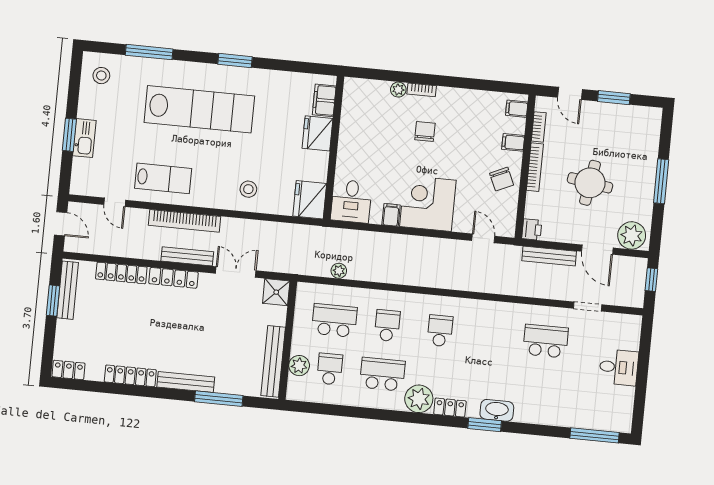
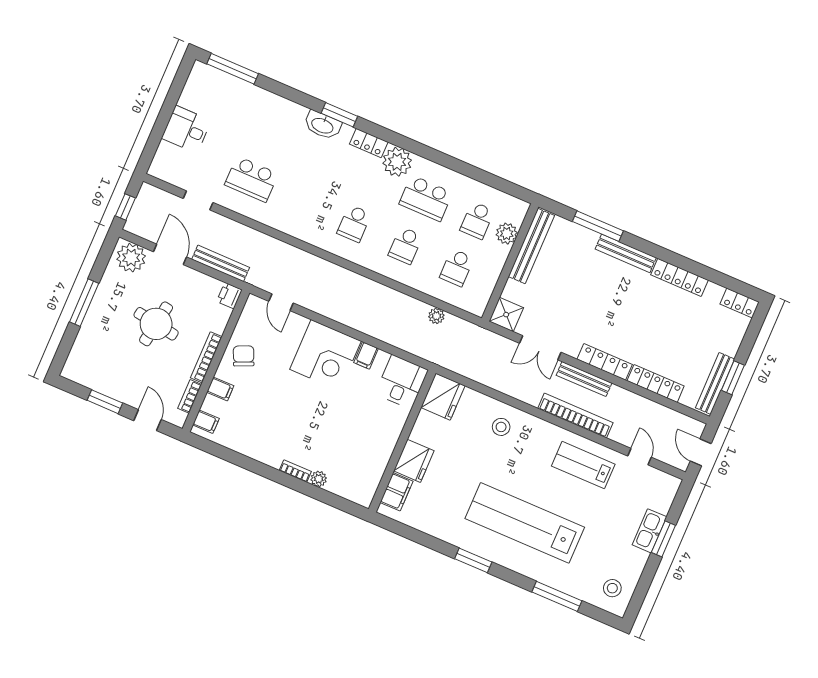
chair: (425, 132) -> (305, 428), removed
school desk: (334, 320) -> (457, 268), width x0.54

